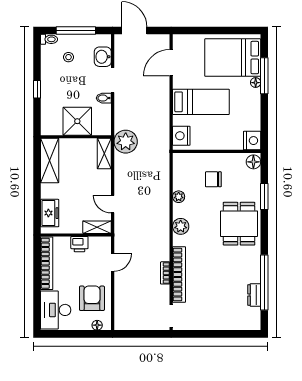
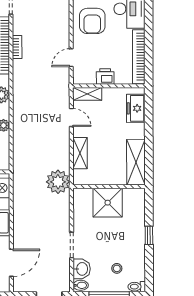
bidet: (104, 98) -> (81, 285), moved
shelving: (104, 154) -> (80, 153), moved

